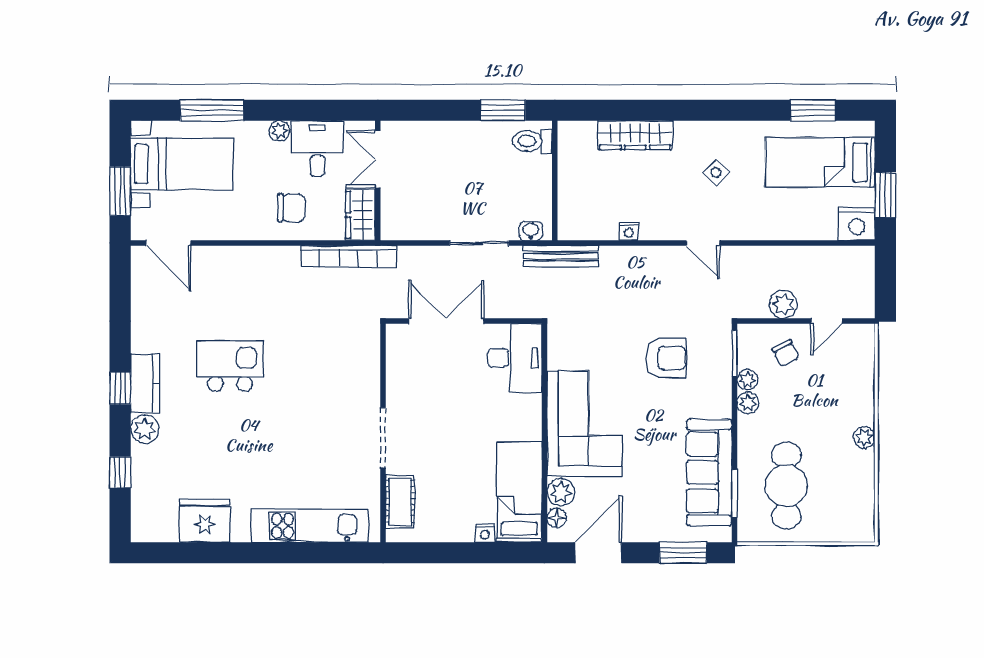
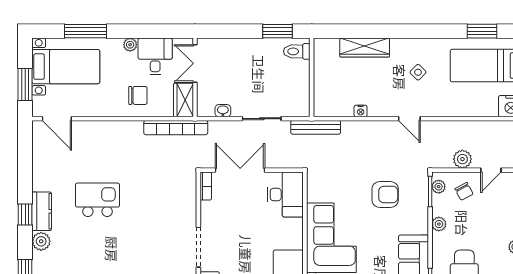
washbasin: (531, 231) -> (223, 111), moved
bookcase: (394, 345) -> (206, 186), added
plant: (747, 380) -> (439, 187), moved

